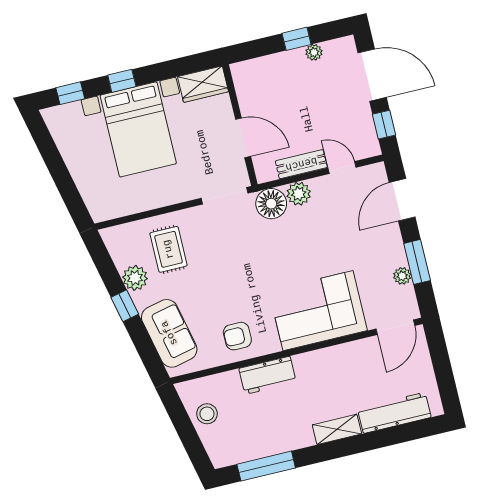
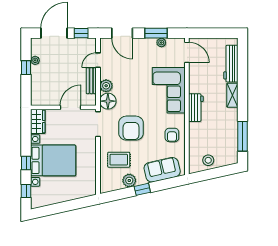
armchair: (232, 258) -> (131, 128), added
workbench: (268, 375) -> (196, 108), moved

